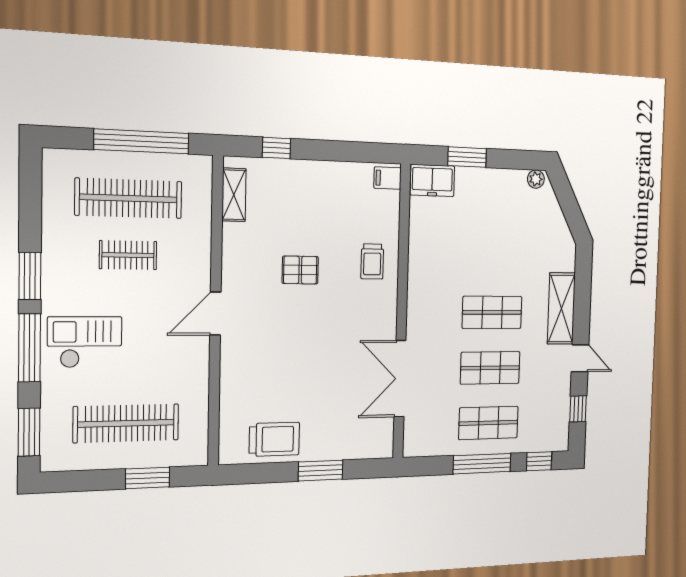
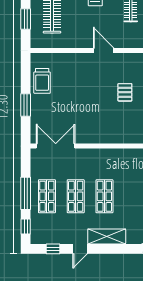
trolley: (372, 262) -> (130, 130), removed
double door: (400, 379) -> (56, 146), moved

